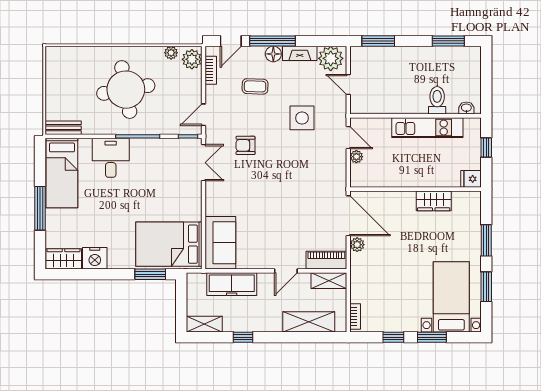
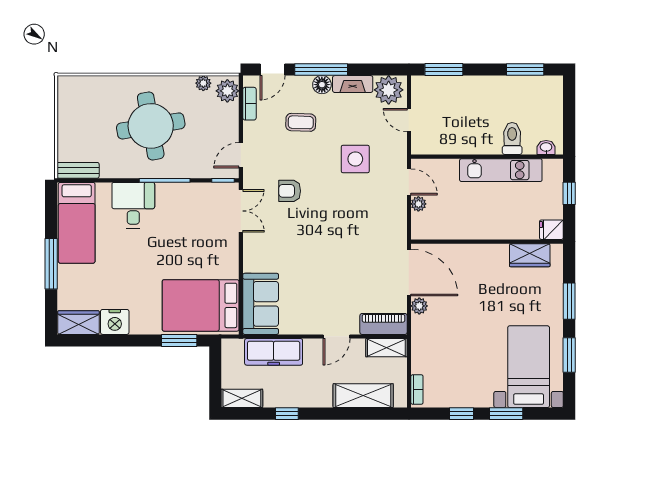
wardrobe: (434, 201) -> (530, 255), moved

